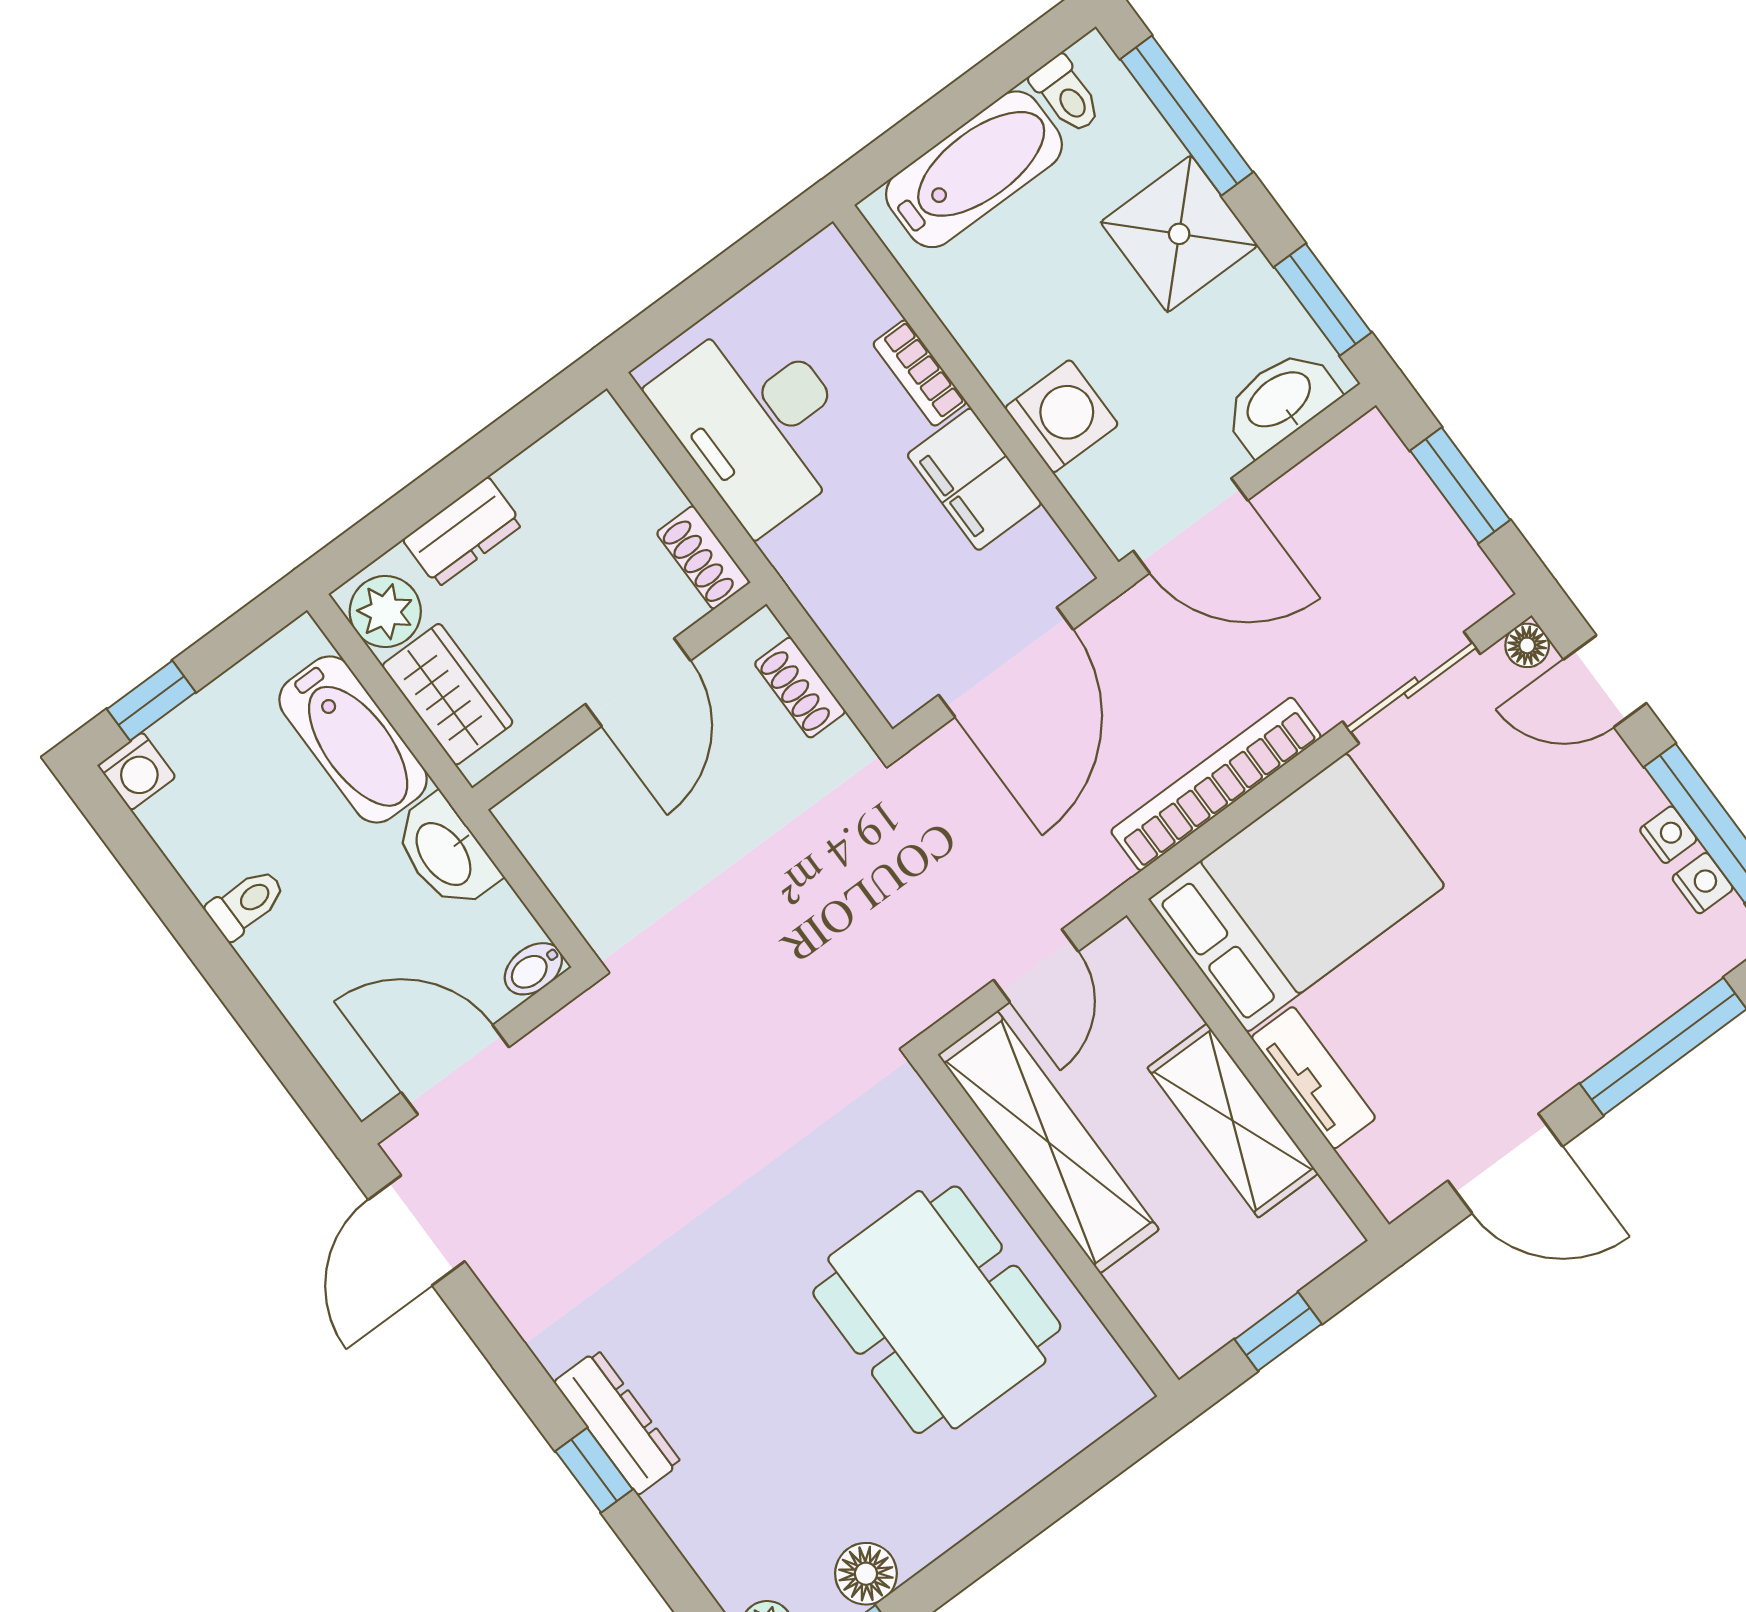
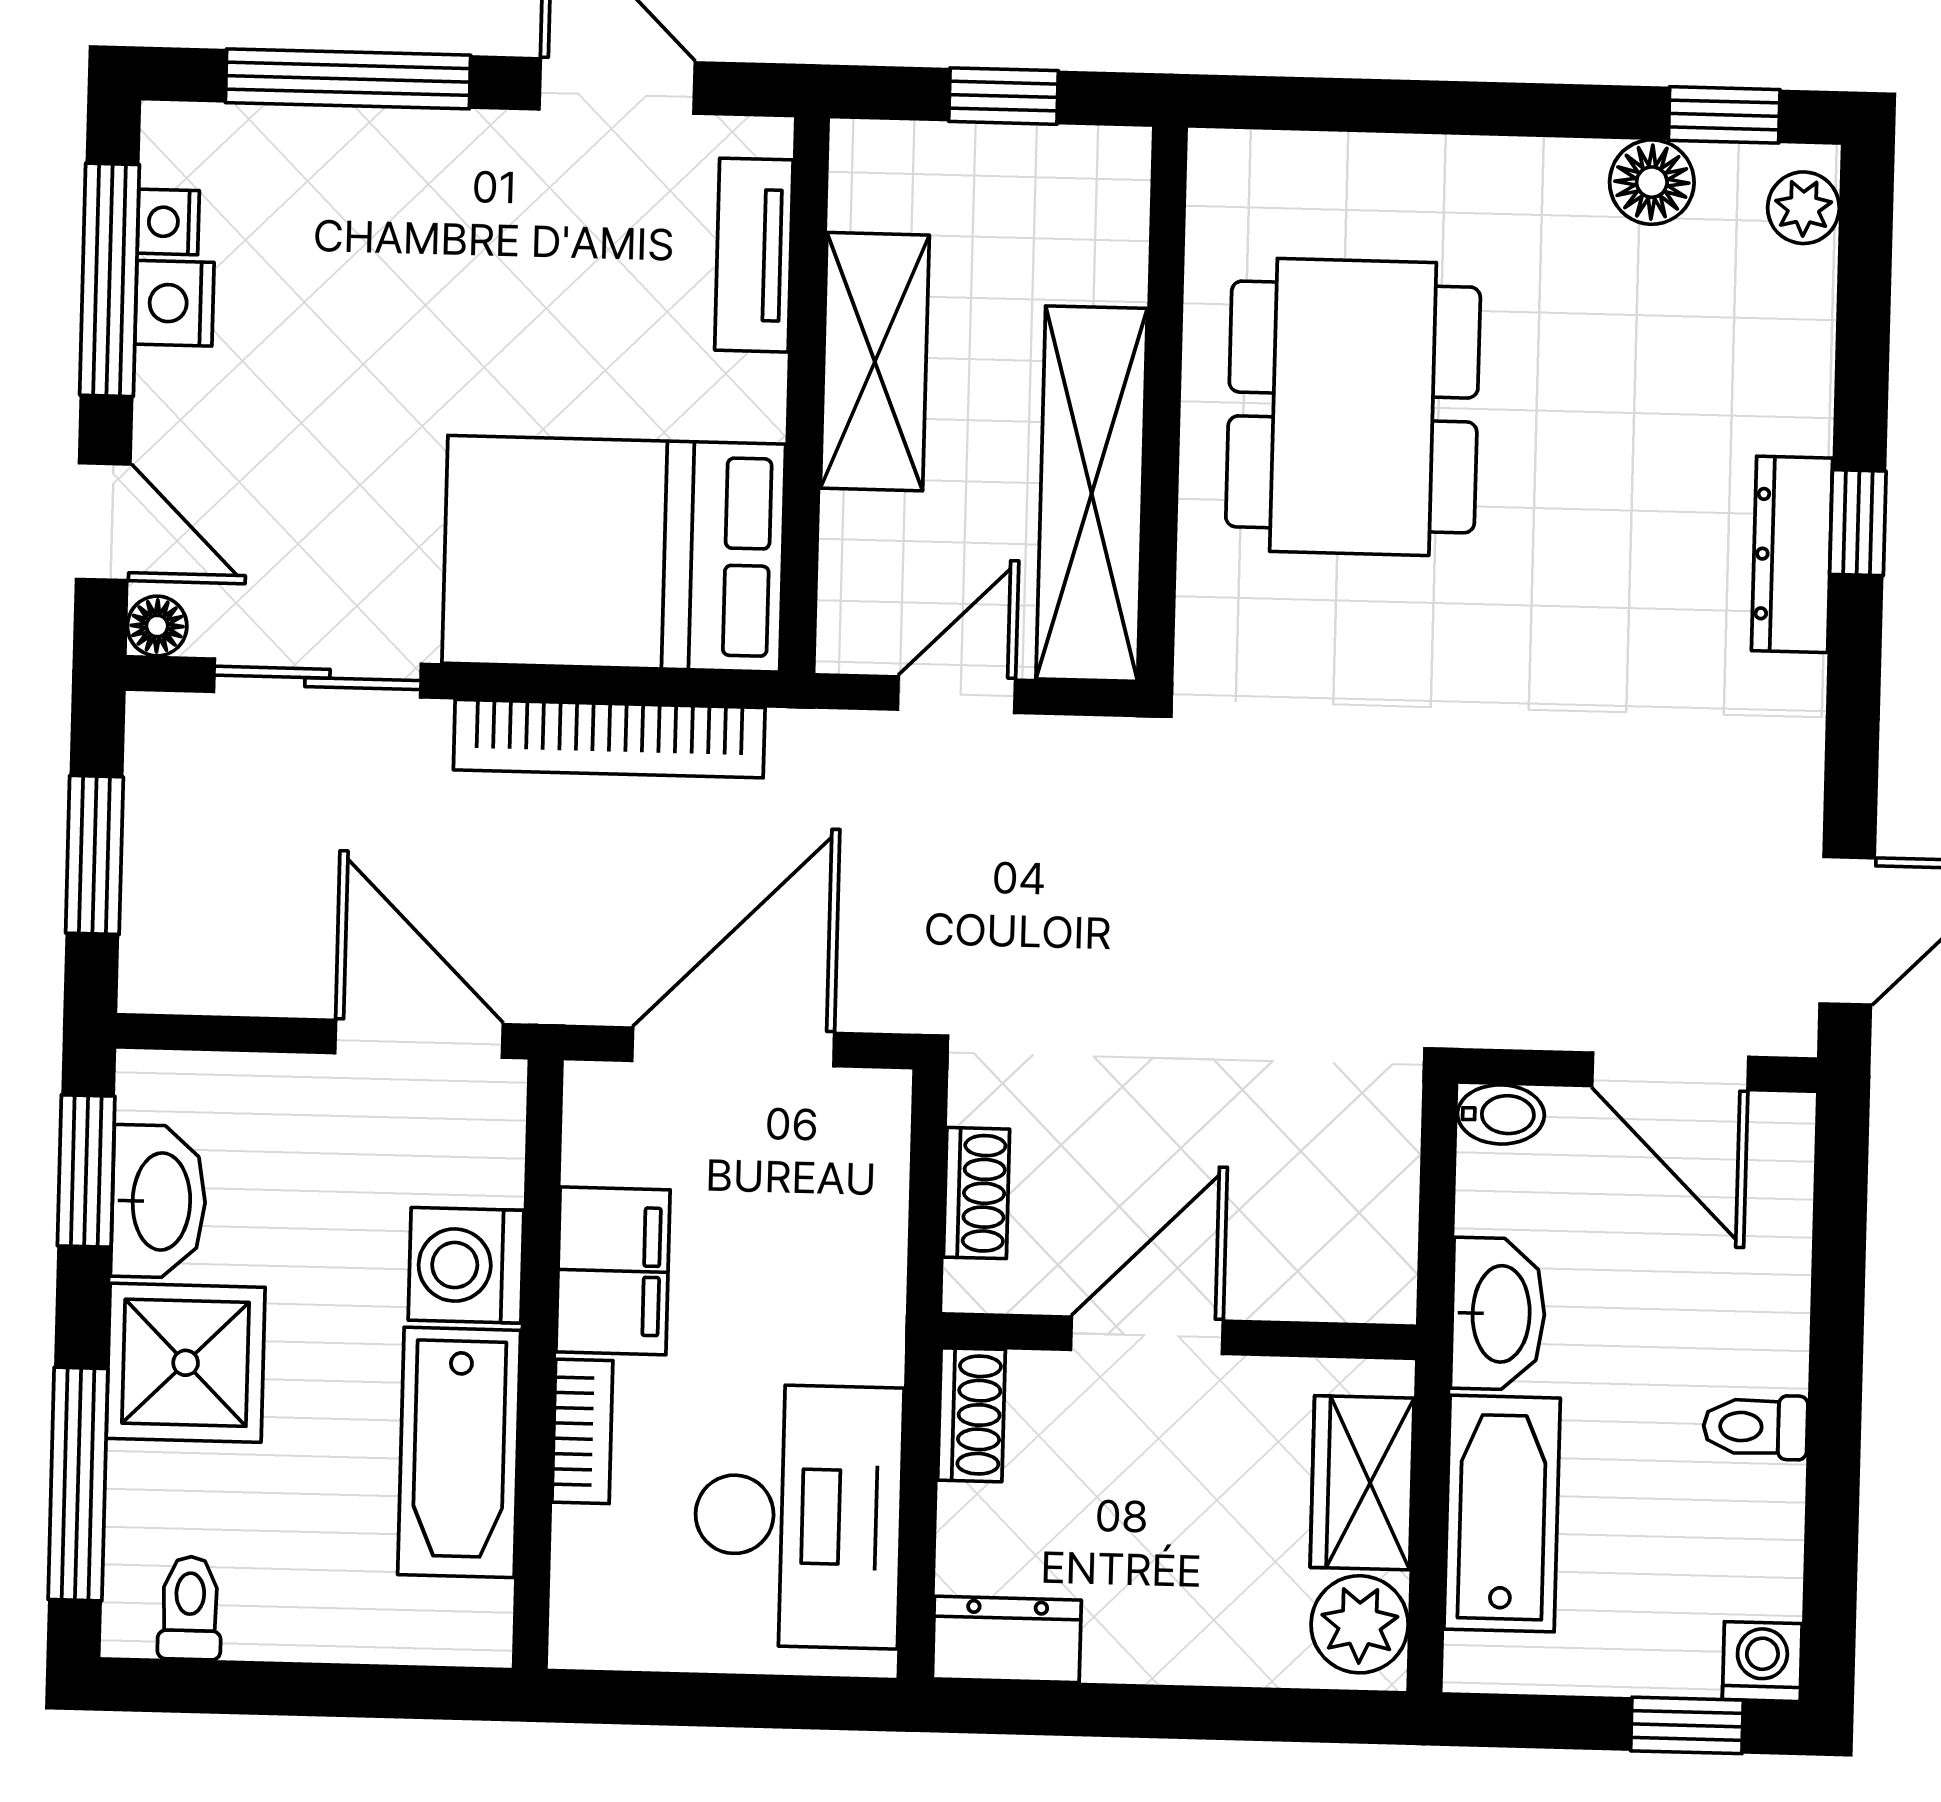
bathtub: (974, 169) -> (459, 1452), moved, turned -90
washbasin: (1280, 401) -> (159, 1201), moved, turned -90
dresser: (463, 532) -> (1007, 1639), moved
nightstand: (1668, 835) -> (174, 303), width x1.39, depth x1.35
tv unit: (1313, 1078) -> (754, 255), moved

